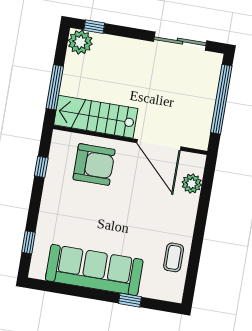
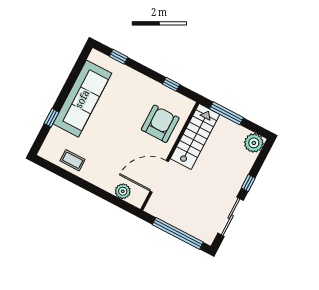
window: (94, 27) -> (248, 183), moved
armchair: (94, 164) -> (160, 124), turned 180

